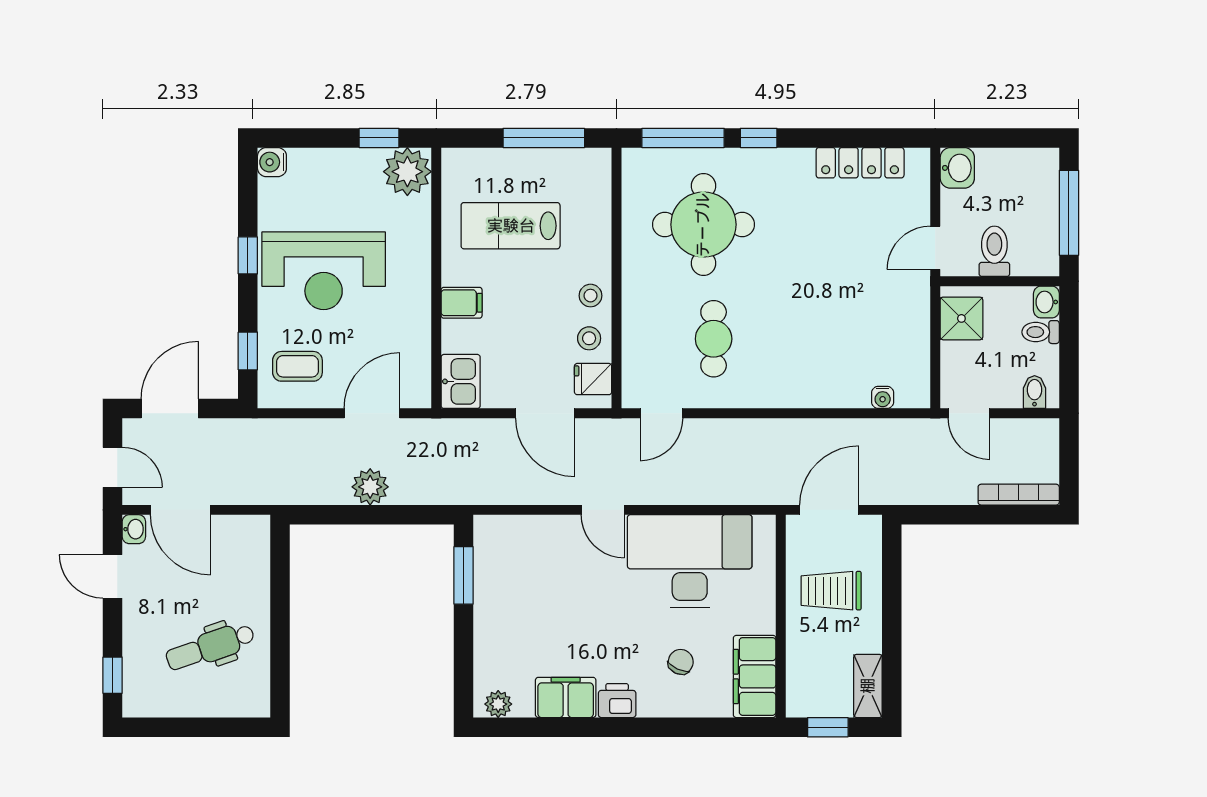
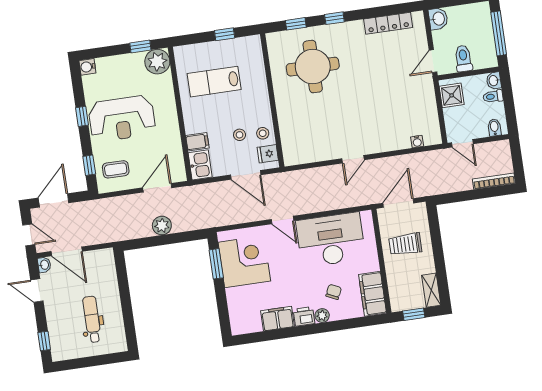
window: (544, 138) -> (225, 34), width x0.46
window: (683, 138) -> (296, 24), width x0.46
stool: (591, 296) -> (240, 135), moved
filing cabinet: (462, 303) -> (197, 142), moved
cafe table: (714, 339) -> (326, 124), removed
door: (661, 413) -> (353, 159), moved
corner desk: (518, 579) -> (244, 262), added
dental chair: (210, 647) -> (92, 319), turned 109
plant: (498, 704) -> (322, 316), moved

